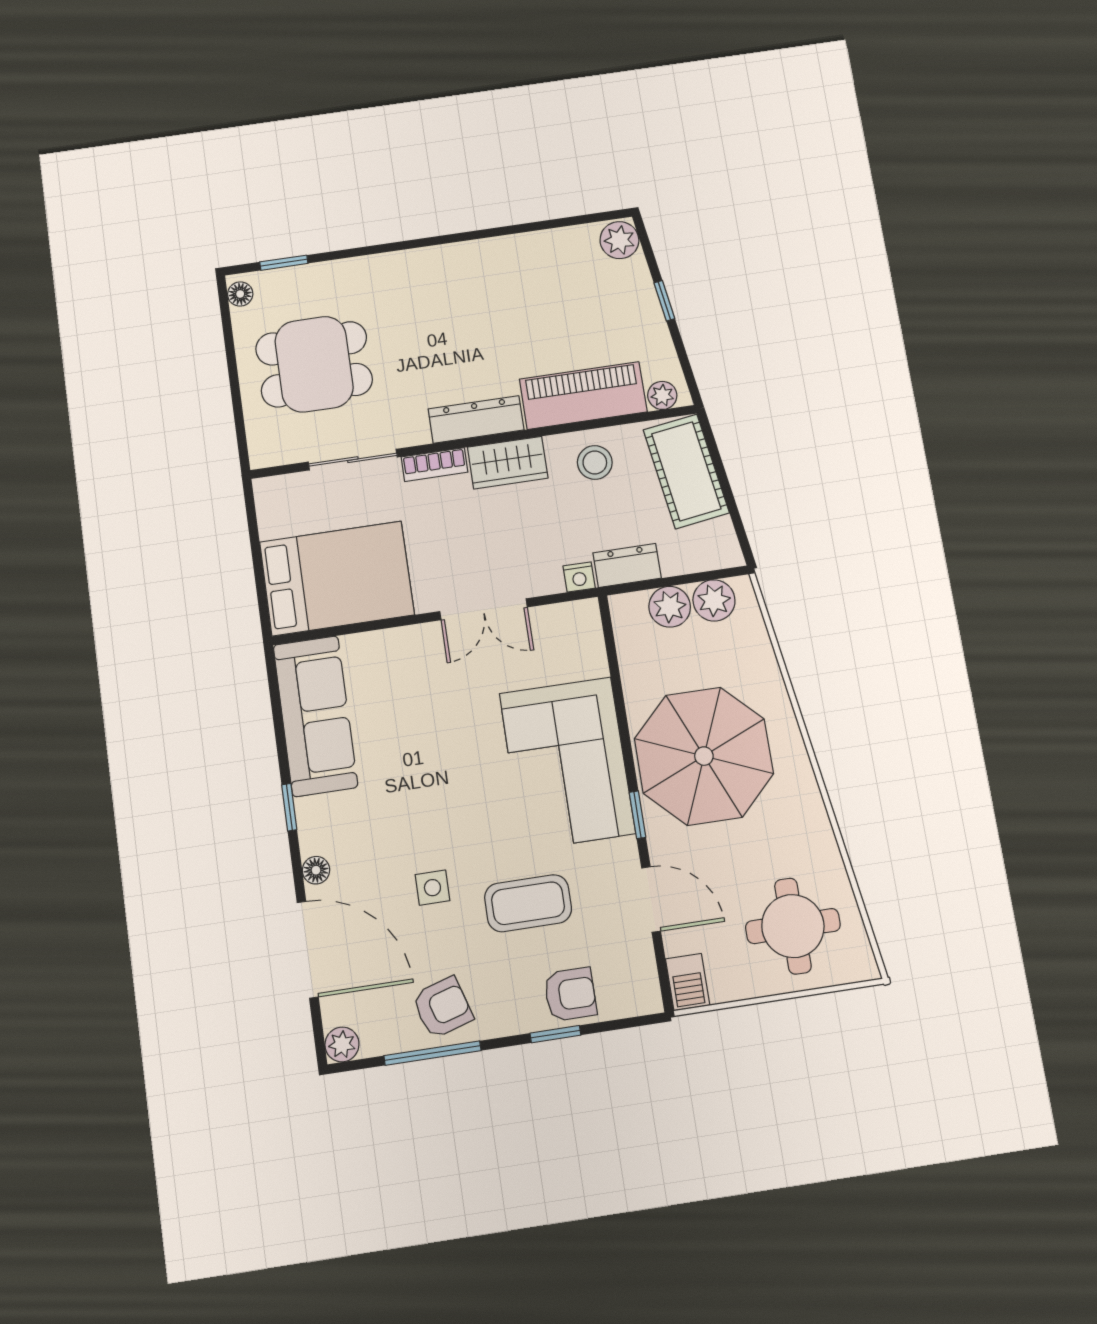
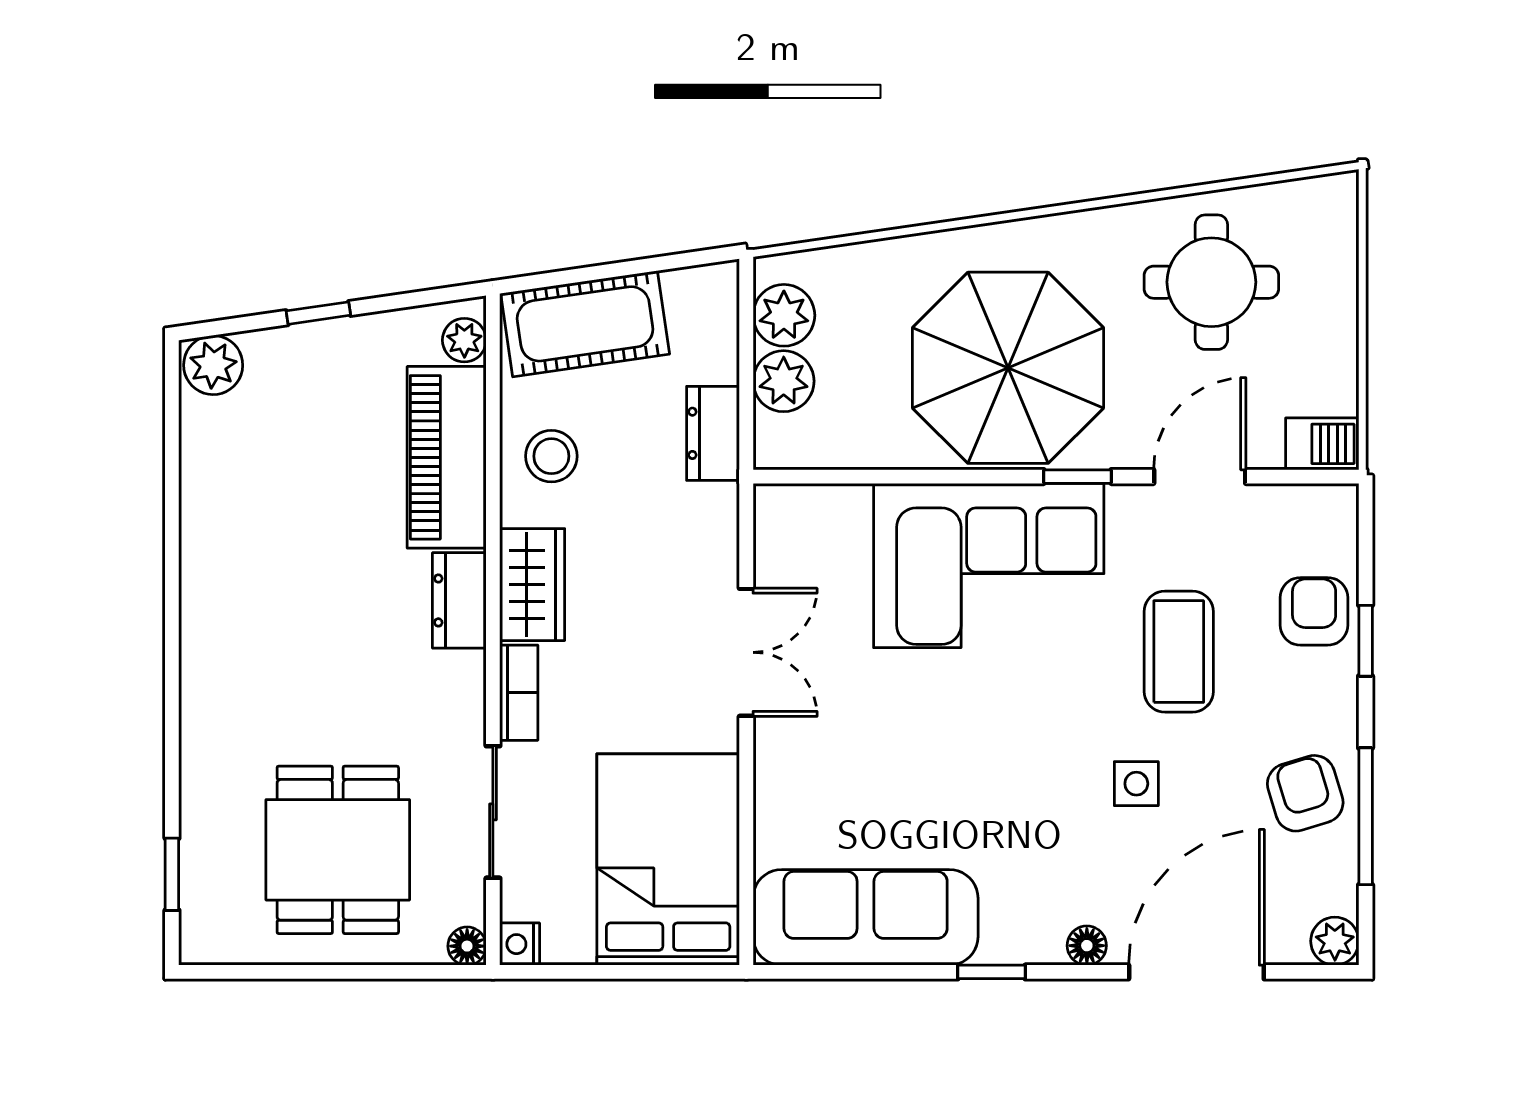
floor lamp: (240, 294) -> (467, 946), moved
dresser: (476, 419) -> (459, 600), width x0.70
nightstand: (579, 577) -> (520, 944), moved, turned 180
round table: (793, 926) -> (1211, 282), moved

